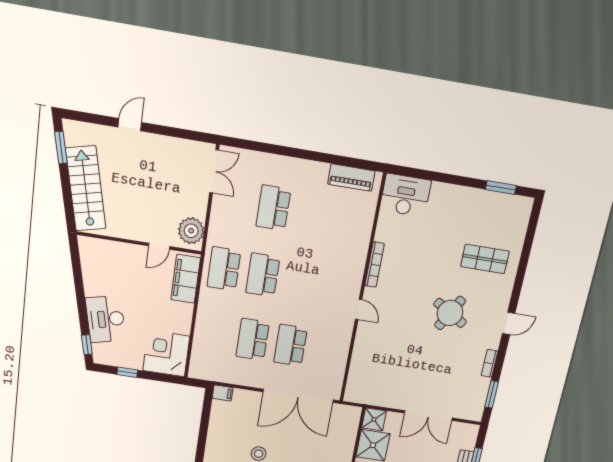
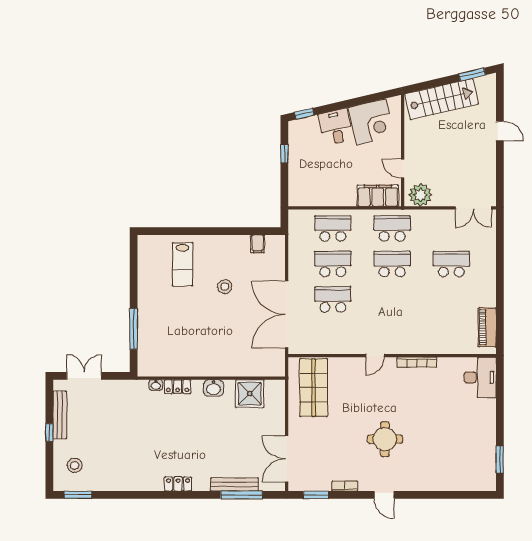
shop shelf: (485, 259) -> (314, 388), moved, width x1.43, depth x1.36
round table: (450, 313) -> (385, 439), turned -30
desk: (106, 319) -> (336, 127), width x0.73
school desk: (215, 333) -> (333, 228), added
corner desk: (166, 353) -> (371, 122), moved, turned 77
filing cabinet: (223, 393) -> (258, 244), moved
double door: (428, 416) -> (287, 459), moved
shower: (374, 419) -> (275, 390), removed

